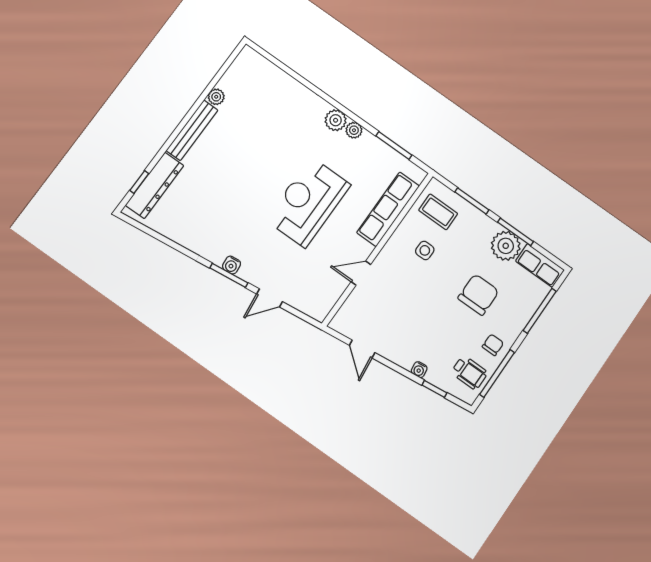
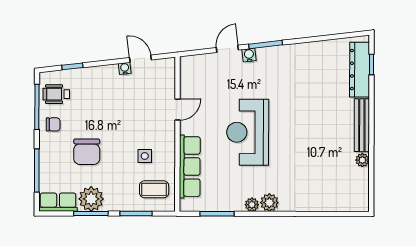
reception desk: (308, 202) -> (248, 132), turned 180
water cooler: (232, 265) -> (249, 55), moved
chair: (493, 345) -> (53, 124), turned -90
water cooler: (419, 370) -> (125, 68), moved

